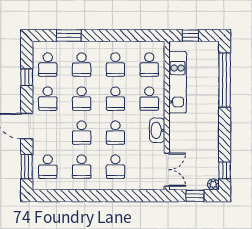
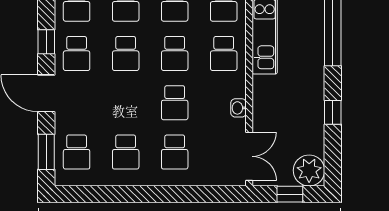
window: (27, 77) -> (46, 42), moved
washbasin: (157, 130) -> (238, 108), width x0.52, depth x0.69
school desk: (82, 133) -> (126, 103), removed
window: (225, 170) -> (333, 112), moved
plant: (213, 184) -> (309, 170), width x1.88, depth x1.88

